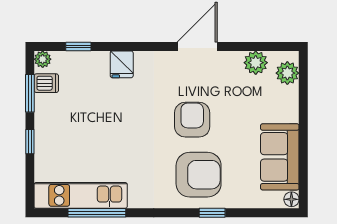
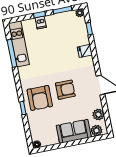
dishwasher: (46, 83) -> (41, 23), moved
sofa: (280, 157) -> (74, 131), moved

